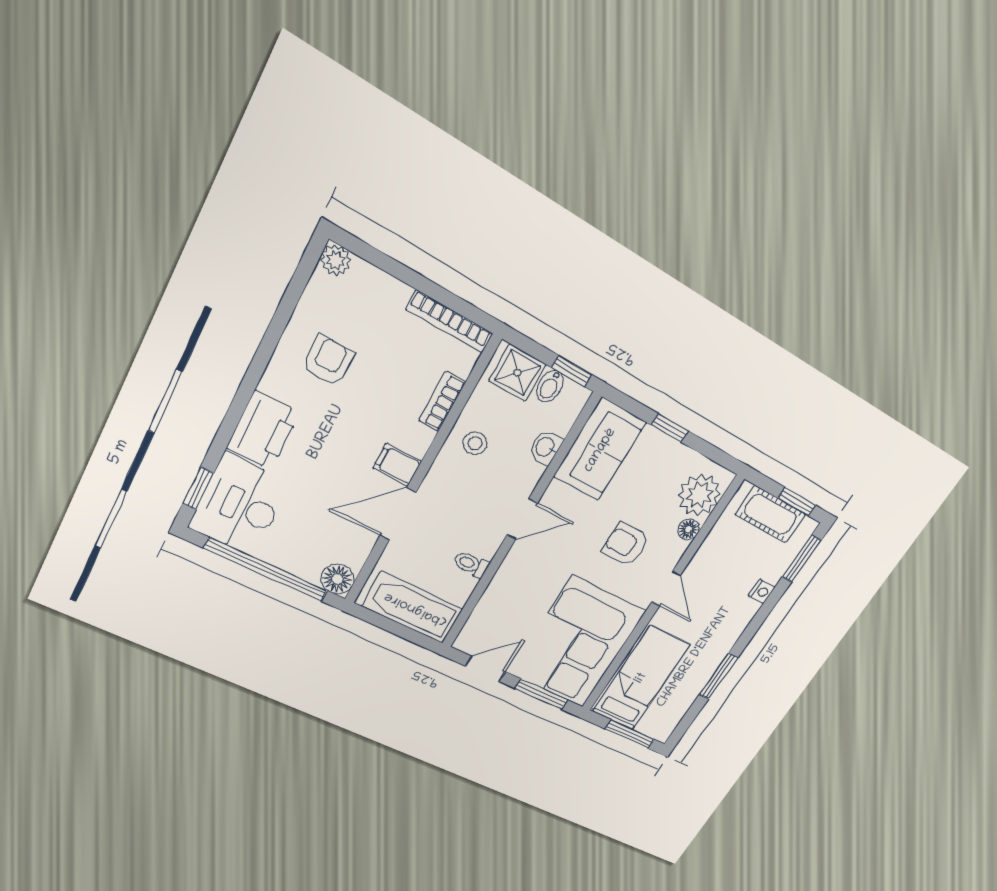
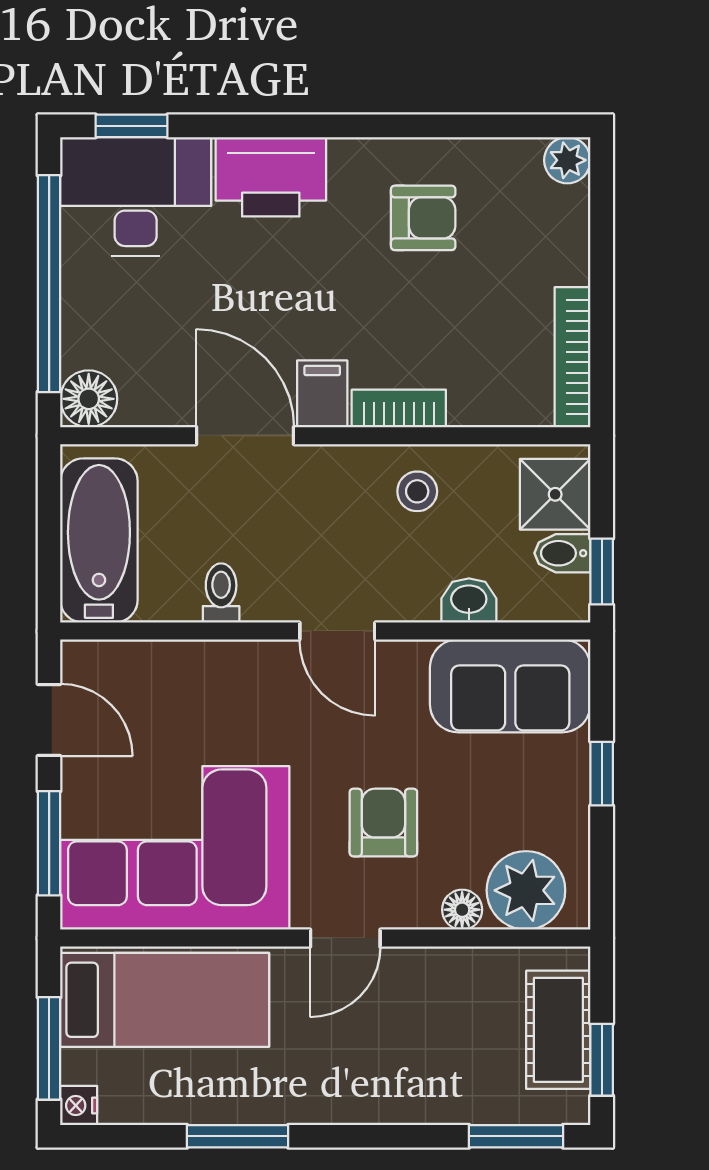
bookcase: (442, 401) -> (399, 408), moved
nightstand: (762, 591) -> (79, 1106), moved, turned 90

